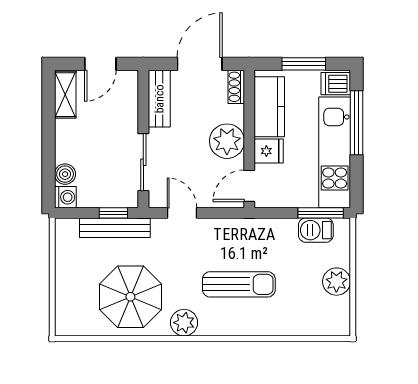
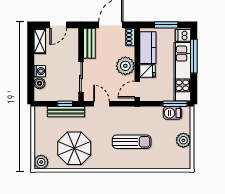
washing machine: (65, 197) -> (40, 71), moved
plant: (184, 323) -> (41, 162), moved

